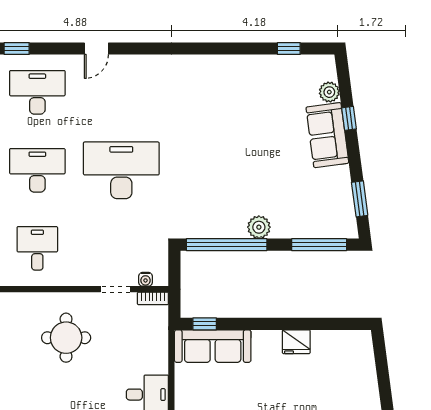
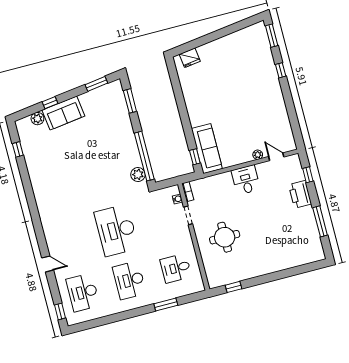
plant: (259, 227) -> (138, 174), moved
window: (319, 245) -> (130, 101), width x0.69
fridge: (296, 342) -> (190, 58), moved, turned 82

